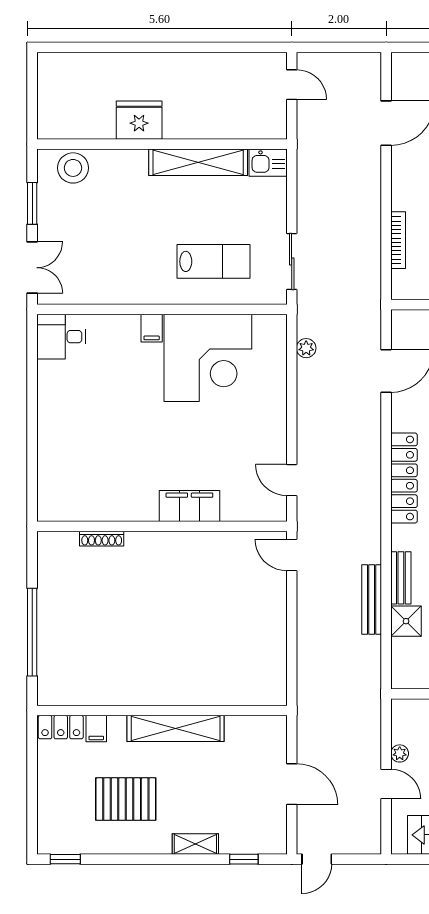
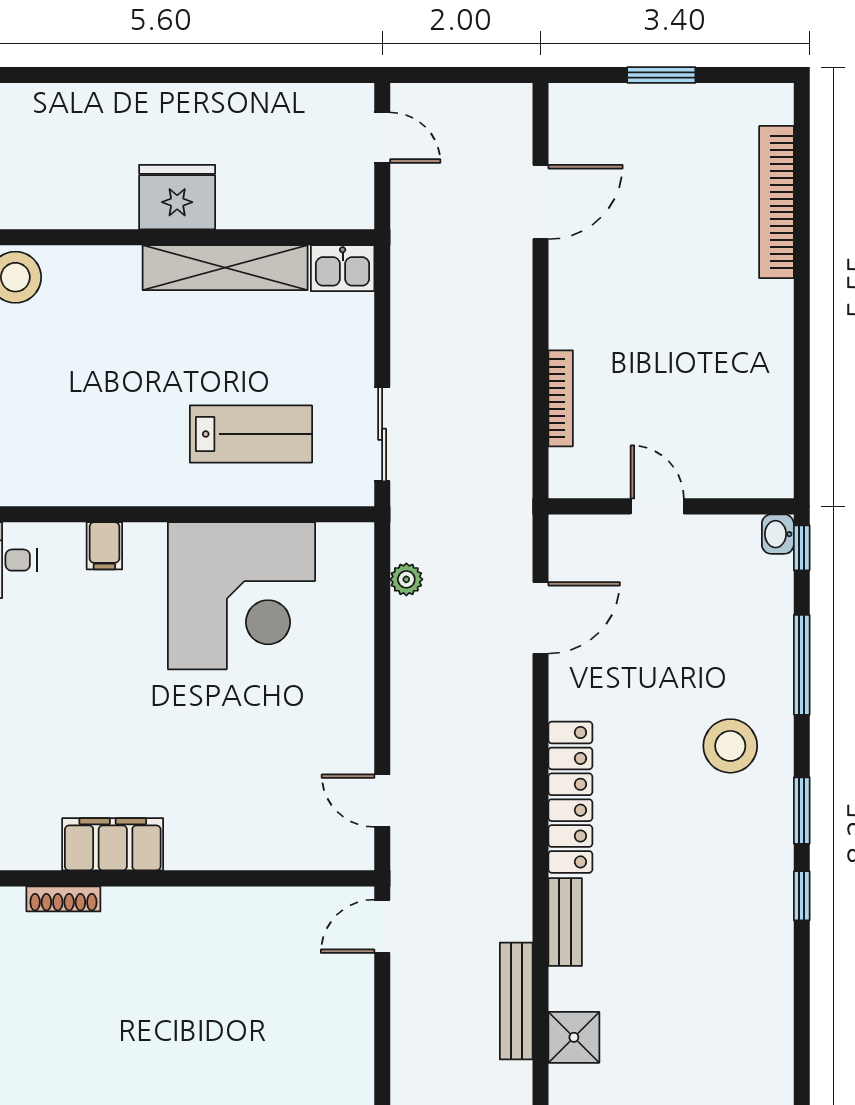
fridge: (139, 120) -> (177, 197), moved
filing cabinet: (152, 328) -> (104, 546), moved
filing cabinet: (189, 506) -> (113, 844), moved
door: (292, 555) -> (382, 926), hinge flipped
bench: (401, 578) -> (565, 922), moved

